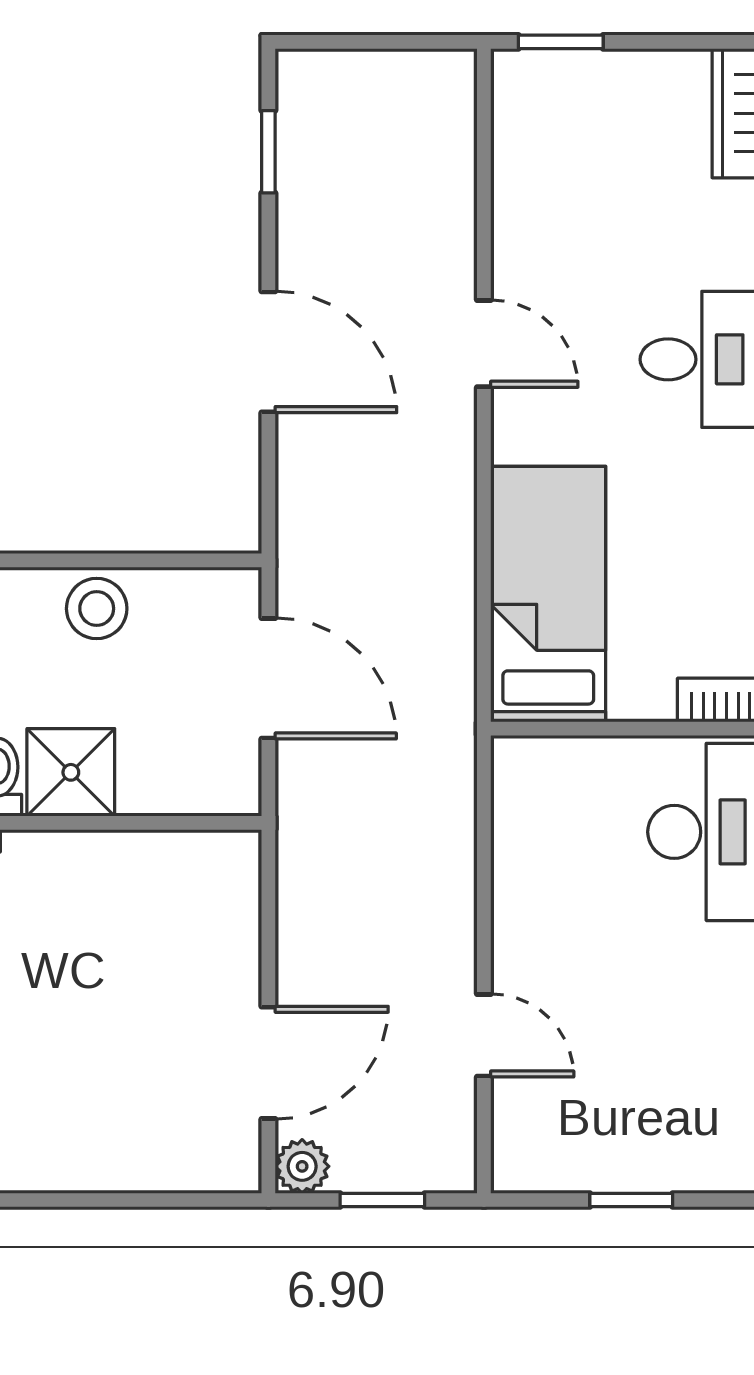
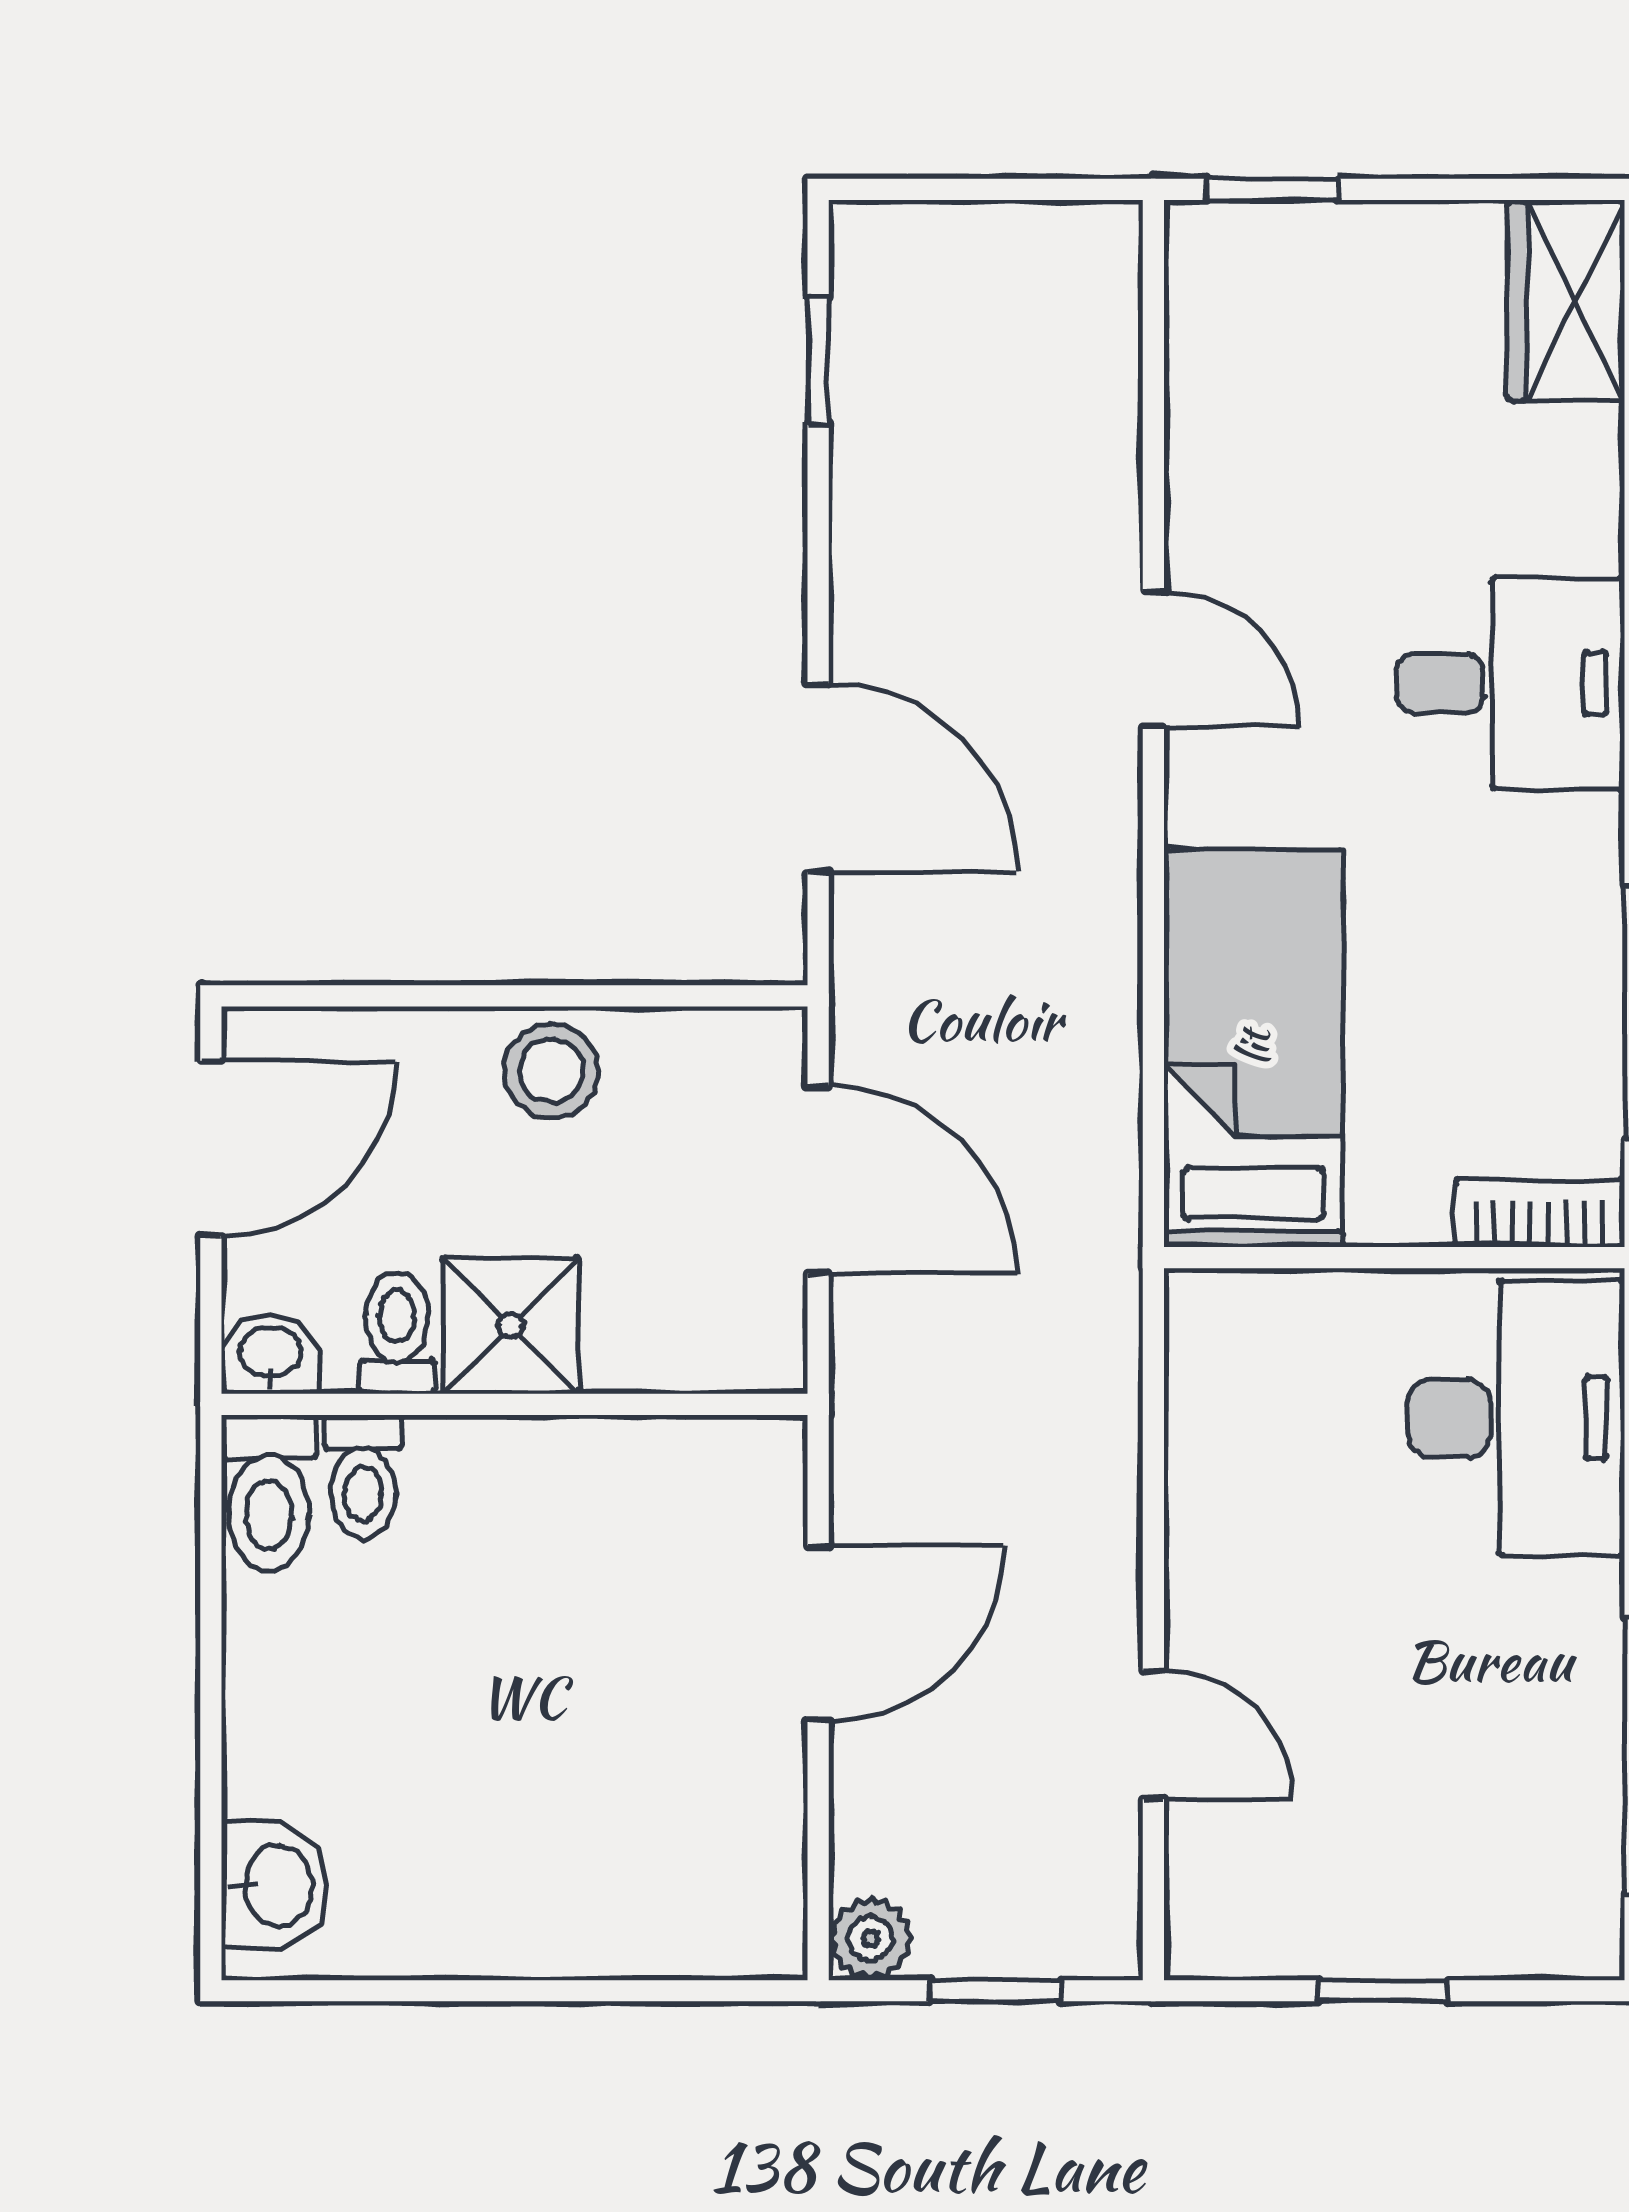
door: (268, 352) -> (818, 778), moved
door: (268, 1063) -> (818, 1633), moved

